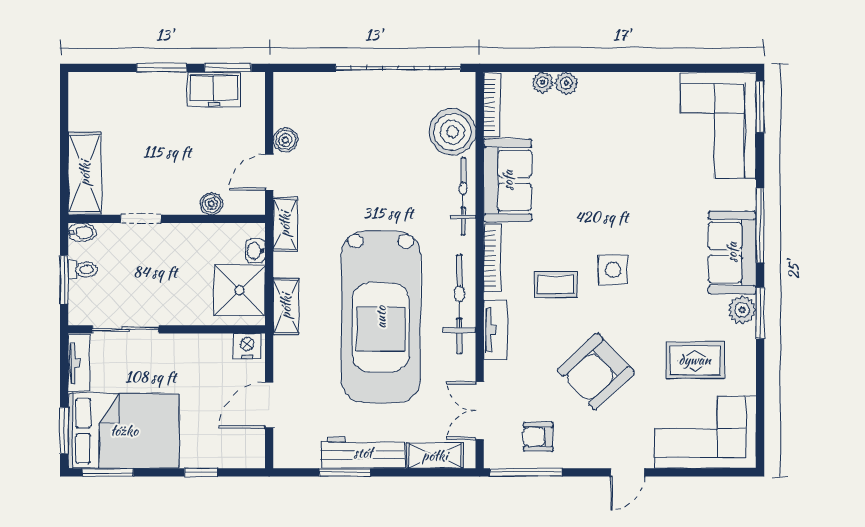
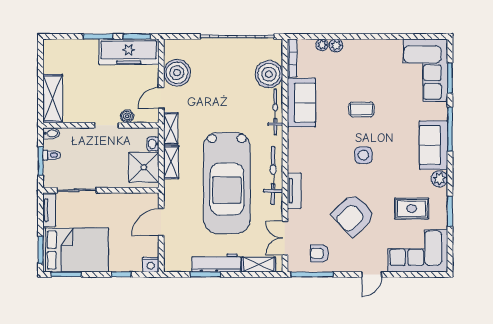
freezer: (214, 89) -> (129, 52), width x1.91, depth x1.26
window: (760, 107) -> (450, 78), moved
boiler: (285, 140) -> (177, 73), width x1.86, depth x1.86
doorway: (141, 219) -> (106, 125), moved
bookcase: (492, 258) -> (292, 148), removed
coffee table: (556, 284) -> (361, 109), moved
shelving: (286, 306) -> (171, 162), moved
window: (760, 313) -> (450, 211), moved
nightstand: (247, 346) -> (151, 265), moved, turned 180
door: (269, 405) -> (161, 222), moved

